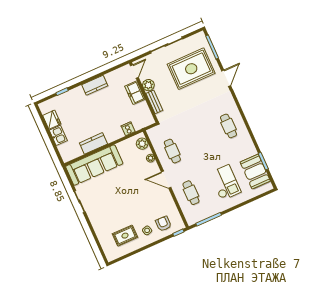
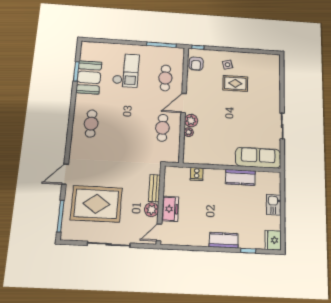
kitchen counter: (95, 85) -> (224, 240), moved
fridge: (52, 120) -> (273, 240), moved
plant: (142, 144) -> (191, 121), moved
sofa: (94, 165) -> (258, 158), width x0.74, depth x0.79
booth: (255, 172) -> (89, 77), moved
door: (166, 180) -> (184, 103), swing flipped
checkout: (225, 183) -> (126, 70), turned 180
armchair: (163, 224) -> (196, 64), moved
rug: (125, 236) -> (235, 83), moved

